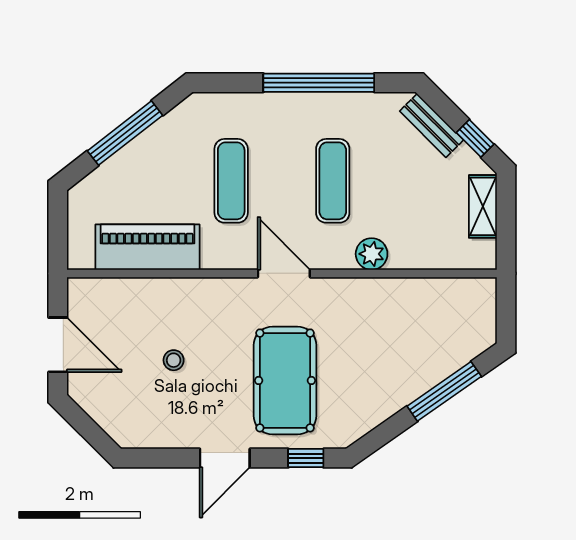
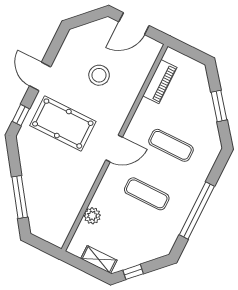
bench: (432, 125) -> (150, 254), removed
window: (125, 133) -> (219, 106), width x0.69
piano: (148, 247) -> (160, 82), width x0.73, depth x0.75
plant: (372, 254) -> (92, 216), moved
stool: (174, 360) -> (99, 75), width x1.89, depth x1.89

